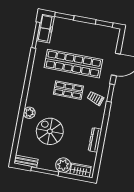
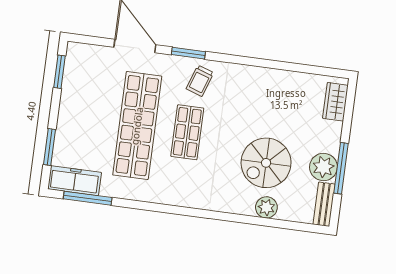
plant: (29, 113) -> (266, 207), moved
dresser: (95, 140) -> (278, 78), removed
plant: (63, 165) -> (323, 167), moved

